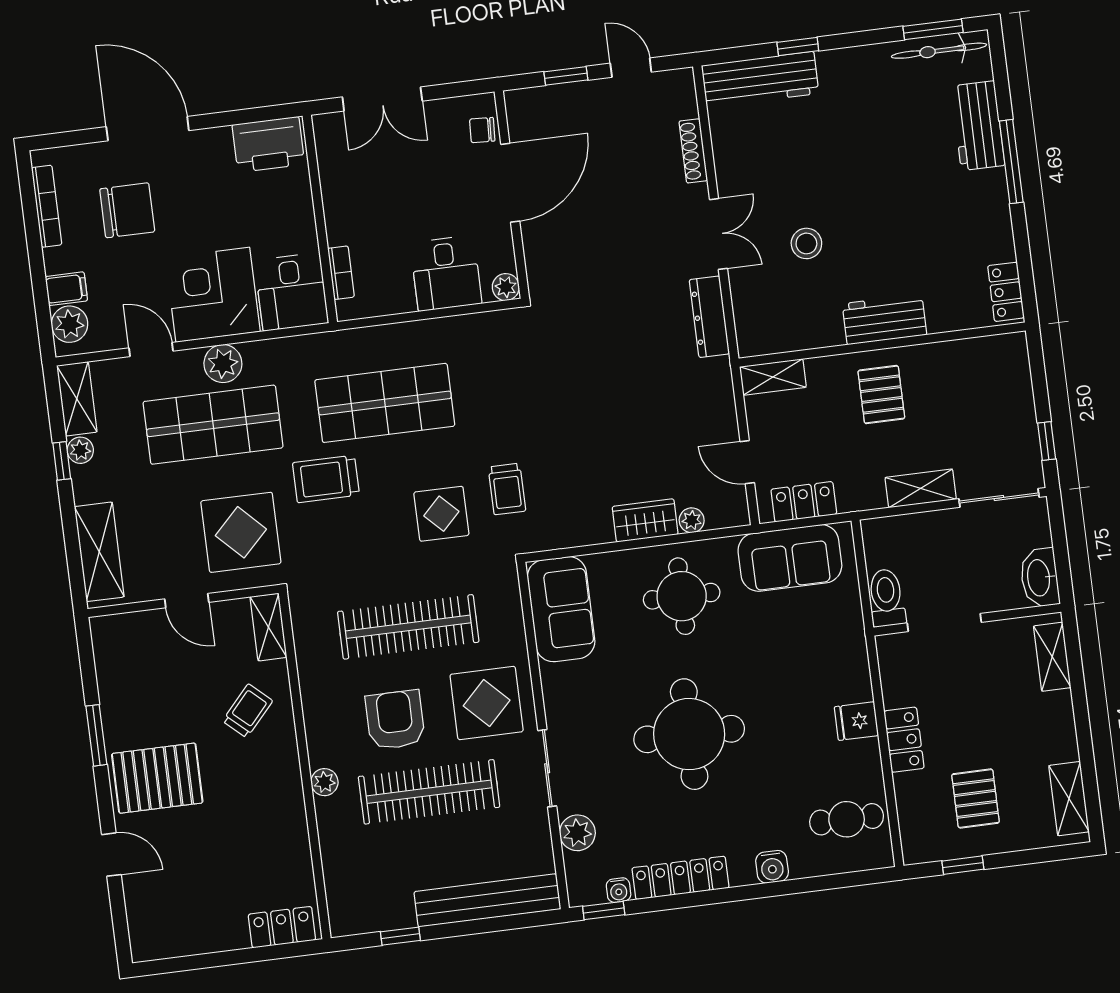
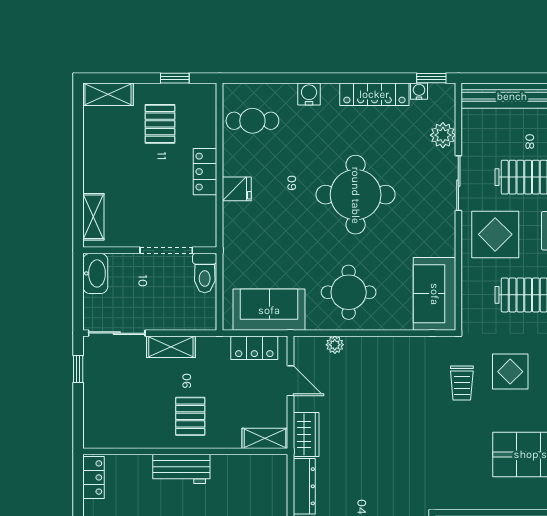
trolley: (507, 489) -> (462, 383), turned 180
wardrobe: (645, 520) -> (306, 434), moved, turned -90
shelving: (1069, 799) -> (108, 94), moved, turned 90

